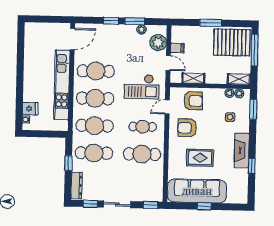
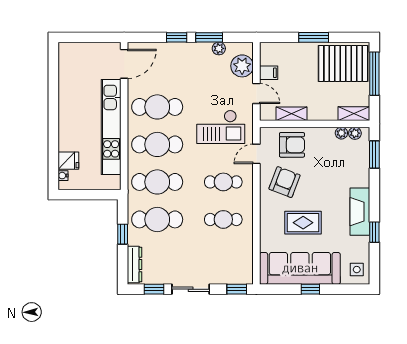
side table: (230, 117) -> (357, 270), moved
armchair: (187, 128) -> (285, 182), turned 111
cafe table: (142, 154) -> (223, 219), width x0.73, depth x0.74

